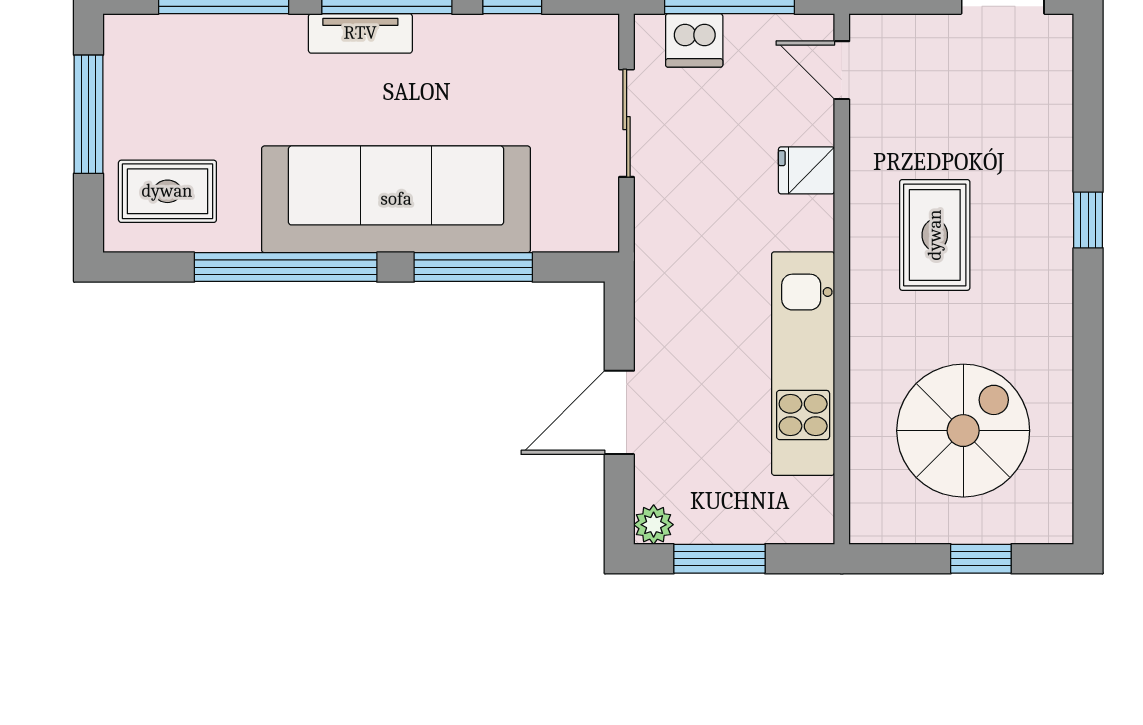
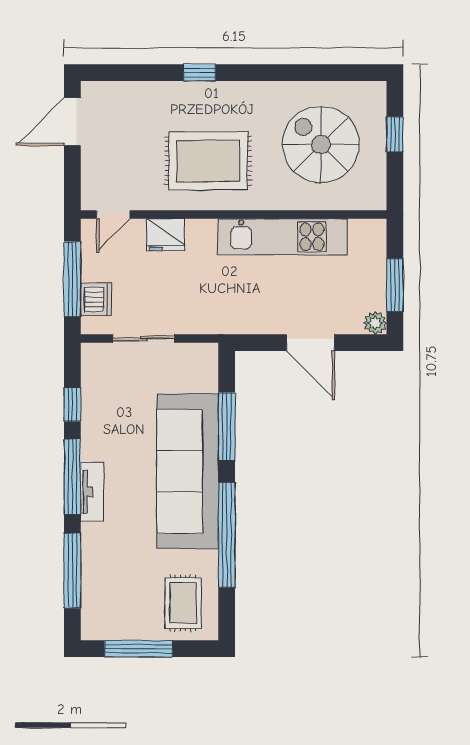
fridge: (806, 170) -> (166, 235), width x1.38
rug: (935, 235) -> (208, 161), width x1.36, depth x1.43

